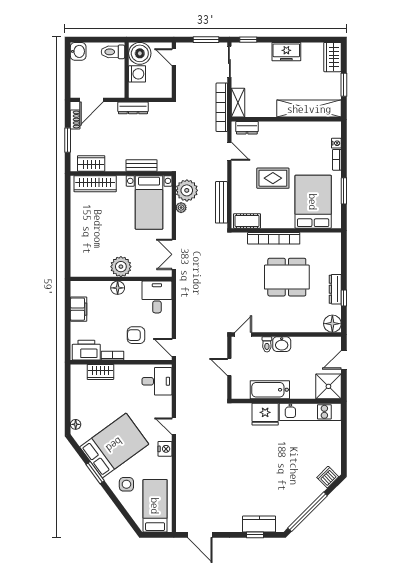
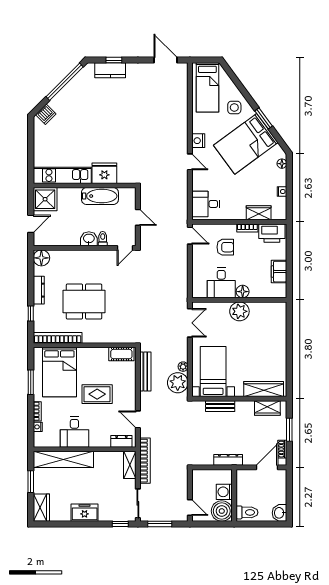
desk: (297, 138) -> (74, 432), added
bookcase: (274, 238) -> (58, 338), moved
desk: (157, 297) -> (221, 283), moved
window: (344, 298) -> (31, 313), moved
nightstand: (75, 395) -> (282, 192), added

